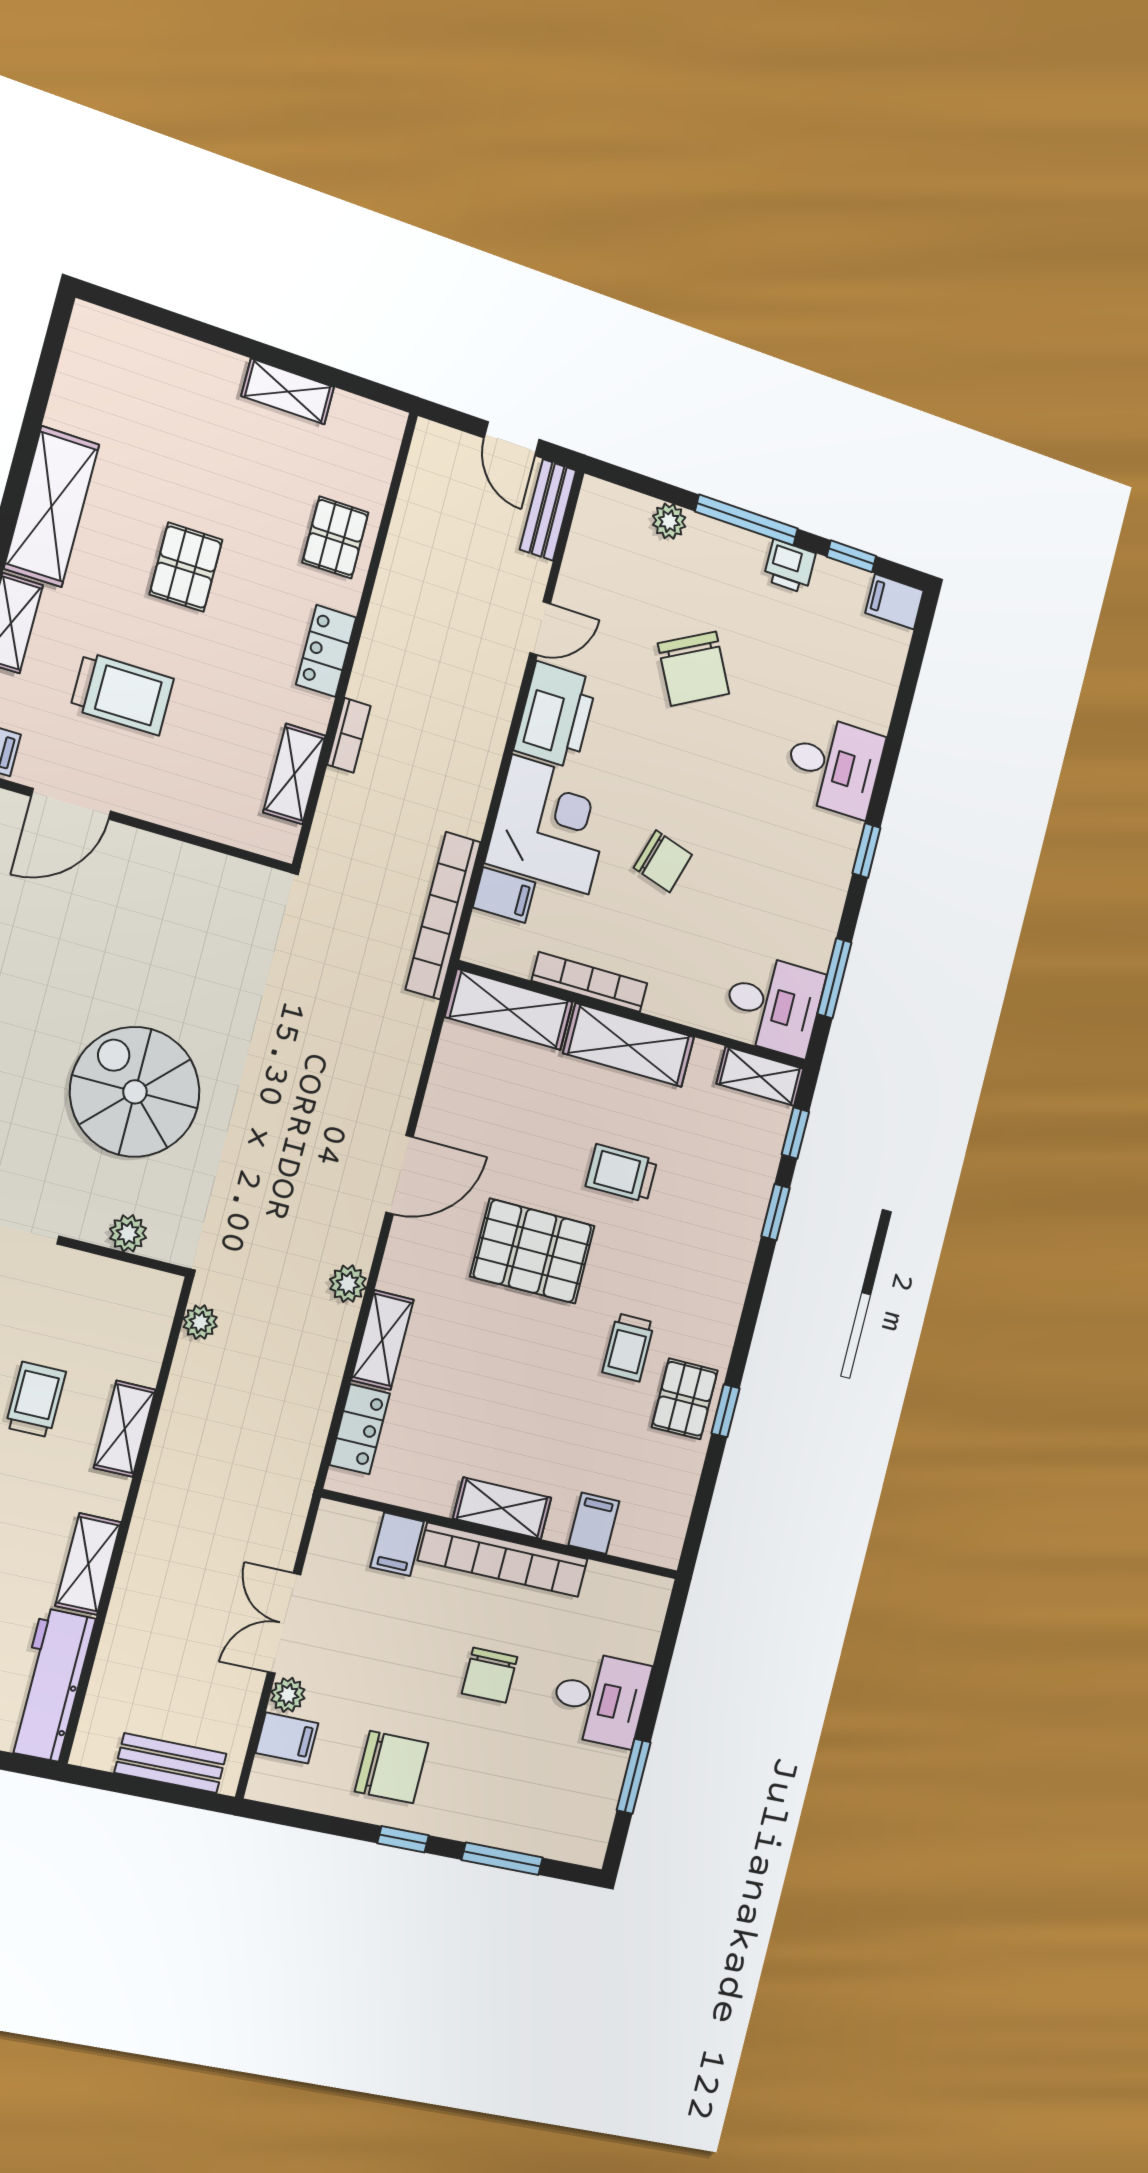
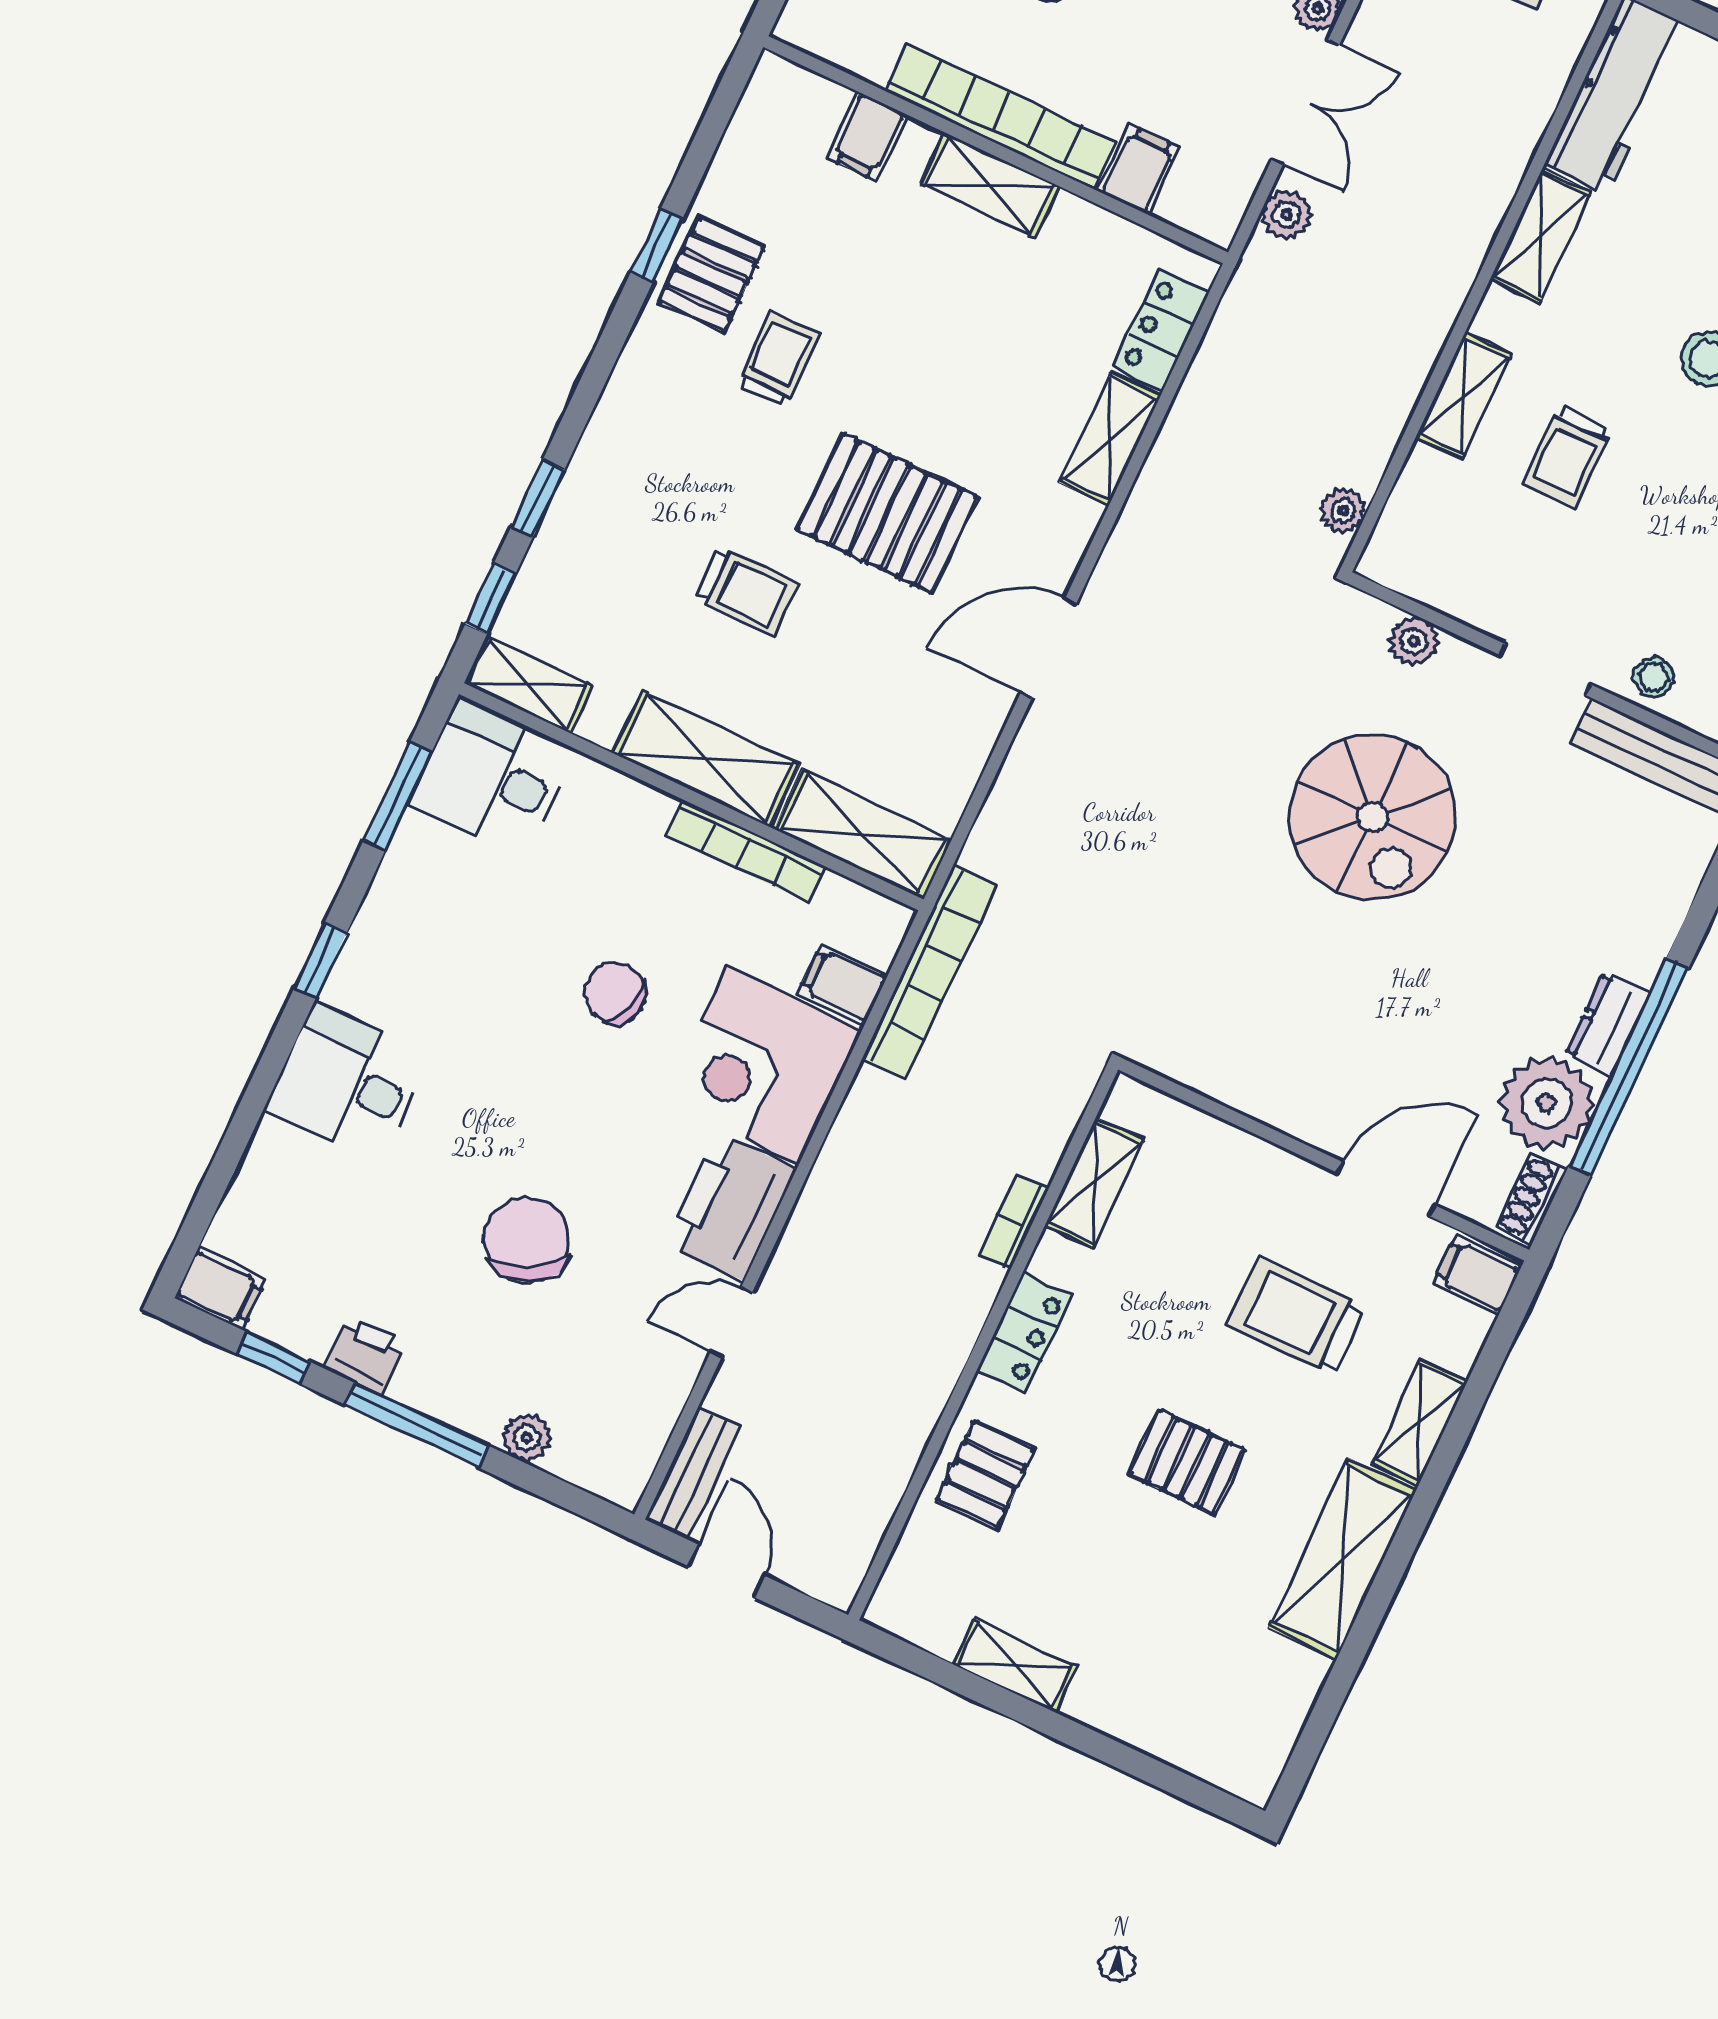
pallet: (186, 567) -> (1187, 1462), turned 90
plant: (348, 1284) -> (1287, 215), moved

